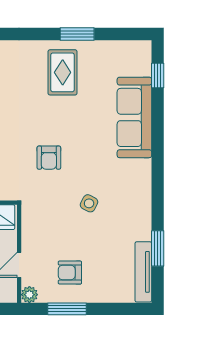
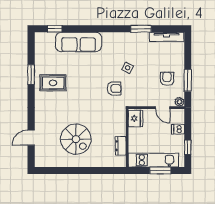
armchair: (49, 158) -> (114, 89), moved
window: (158, 248) -> (141, 29), moved
armchair: (70, 273) -> (167, 79), turned 180

